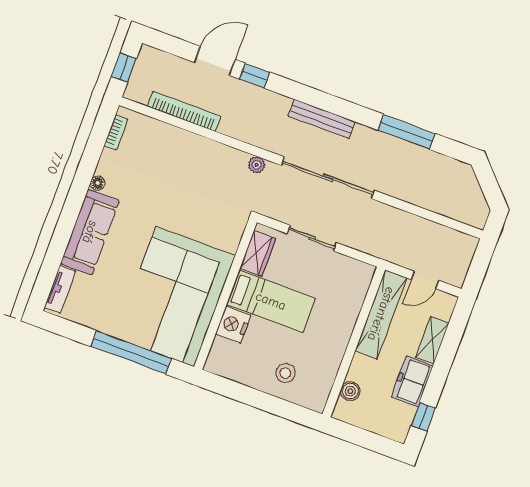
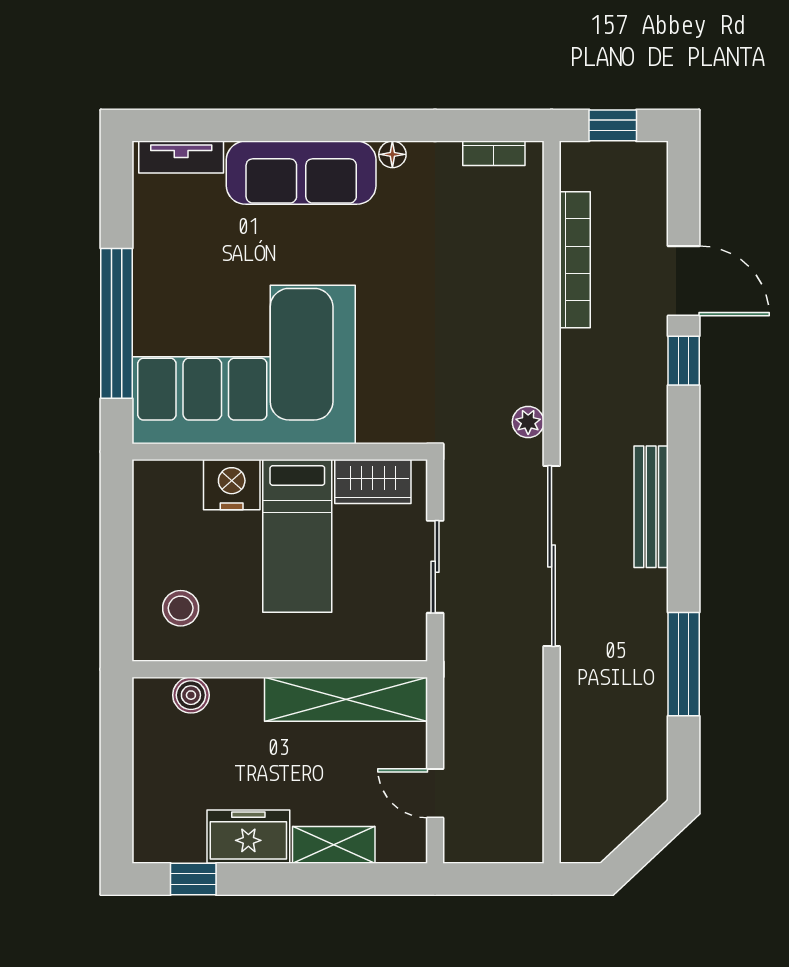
shelving: (381, 314) -> (346, 699), moved
wall: (354, 342) -> (280, 669), moved
boiler: (350, 391) -> (191, 695), moved

